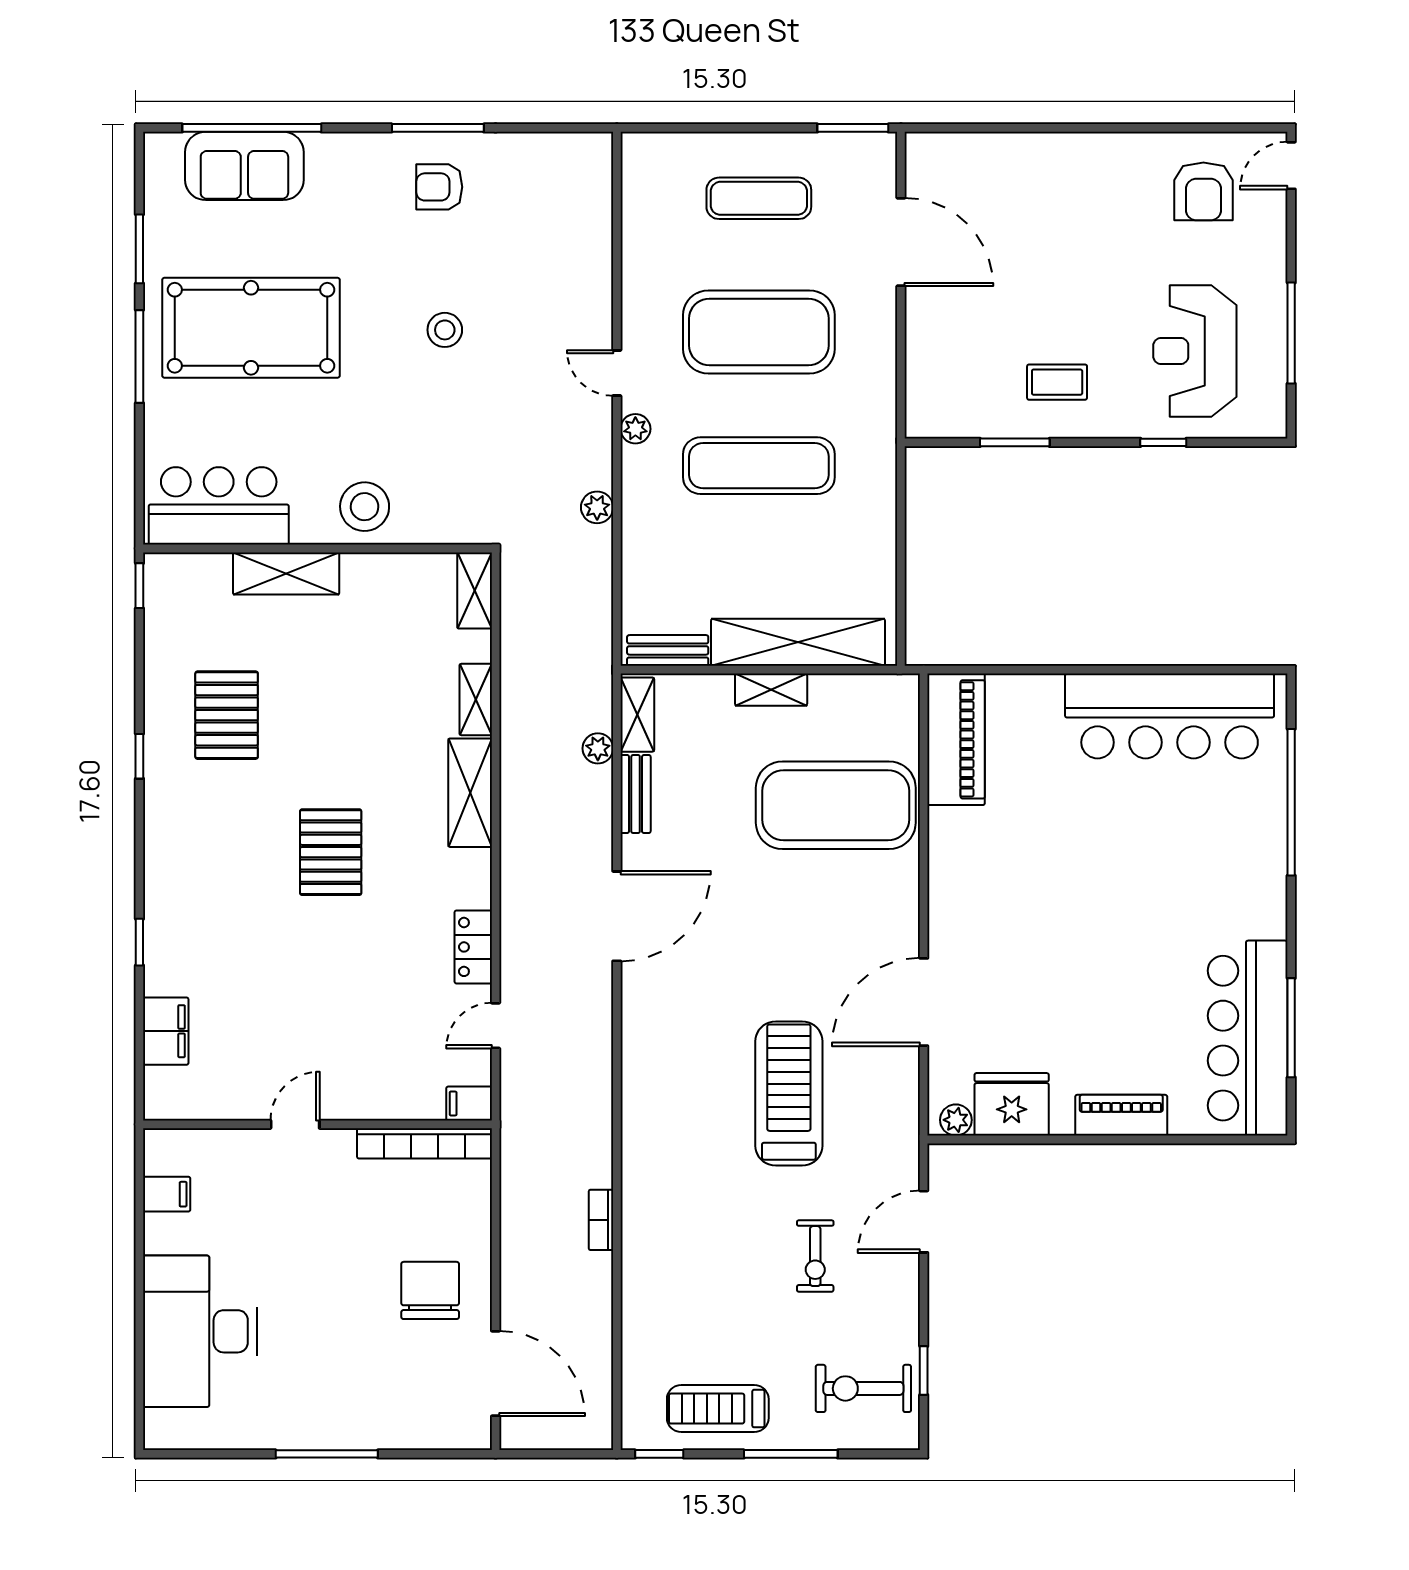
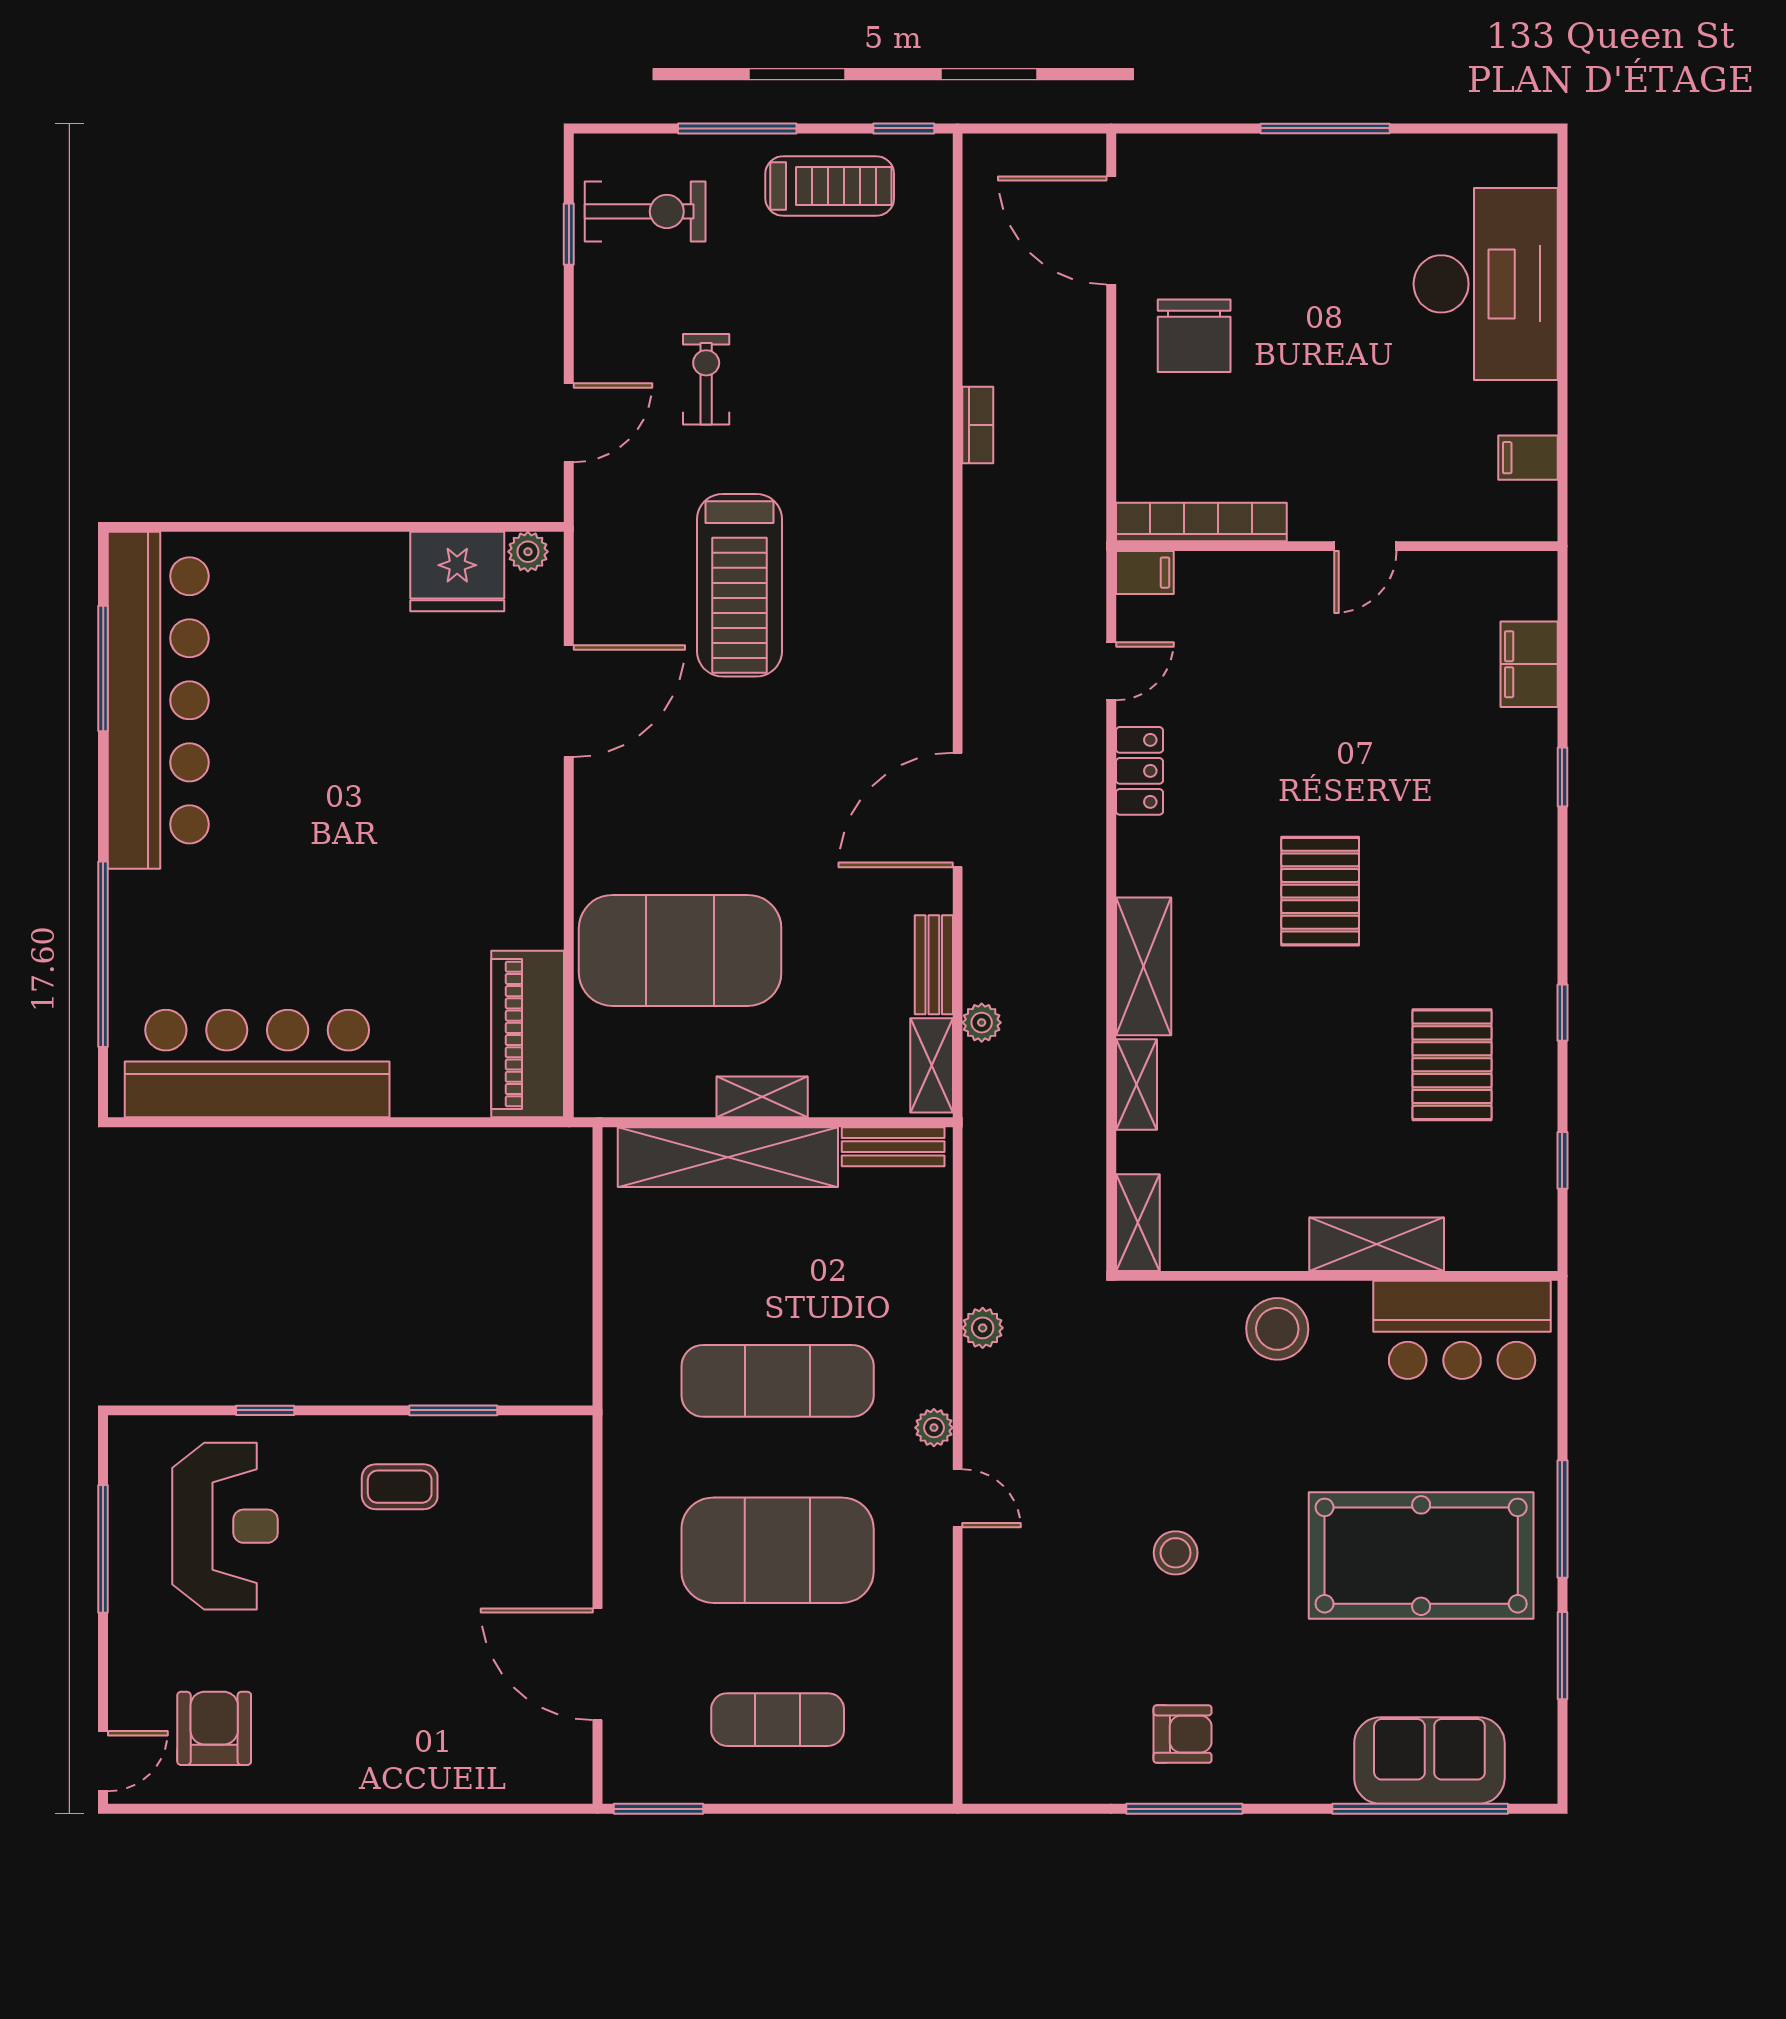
window: (139, 586) -> (1562, 1160), moved
bar counter: (1248, 1038) -> (158, 700), width x1.36
piano: (1121, 1115) -> (318, 558), removed

